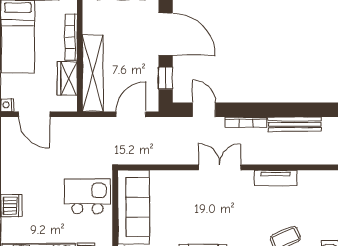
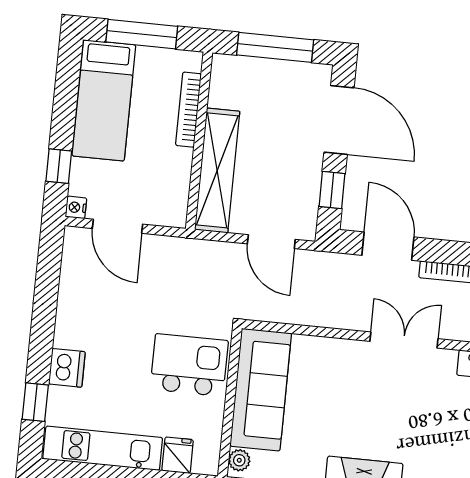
wardrobe: (67, 78) -> (176, 175), removed
door: (204, 110) -> (388, 246), width x1.38
door: (131, 114) -> (271, 242), swing flipped

